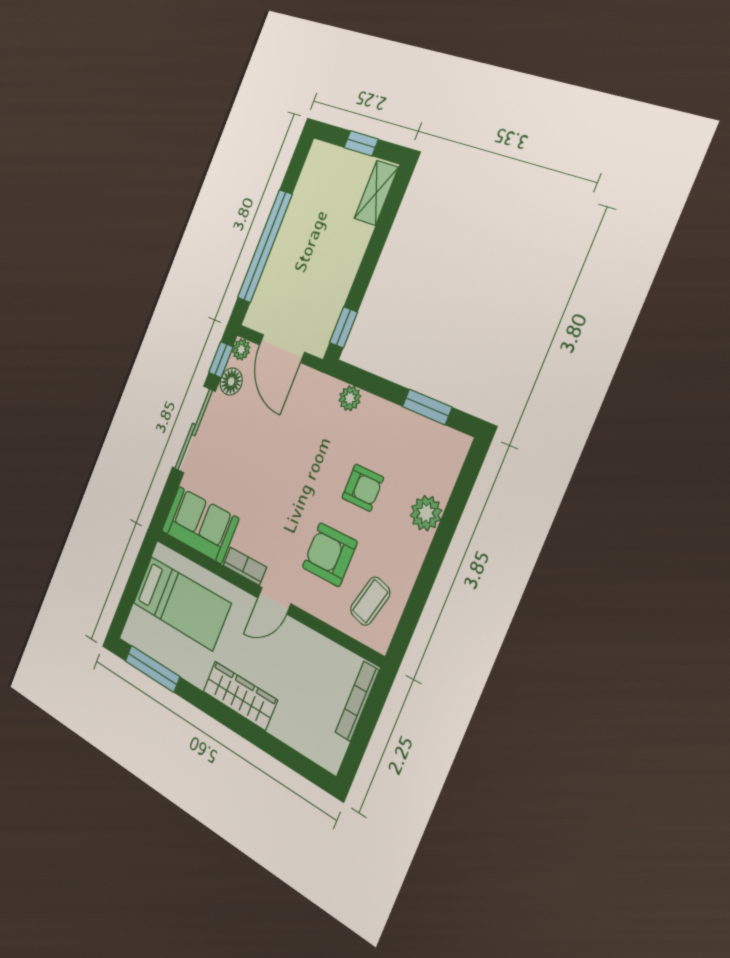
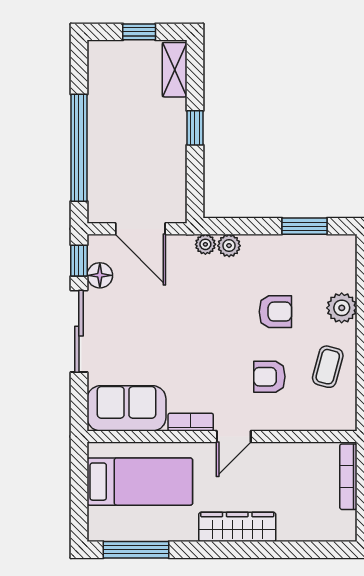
window: (343, 327) -> (195, 128), moved
plant: (241, 349) -> (205, 244), moved
armchair: (330, 555) -> (269, 377), width x0.72, depth x0.72
coffee table: (370, 601) -> (328, 367), moved

